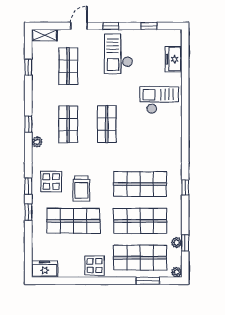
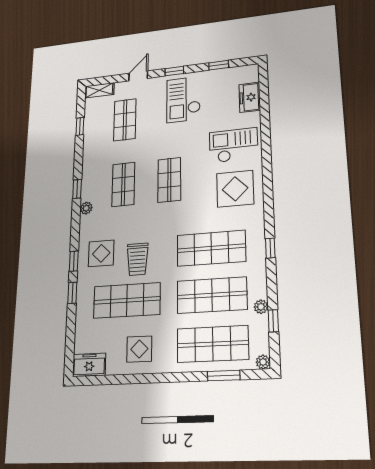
display table: (160, 137) -> (235, 189), added
plant: (177, 243) -> (261, 307), moved
display table: (94, 266) -> (139, 349), moved

